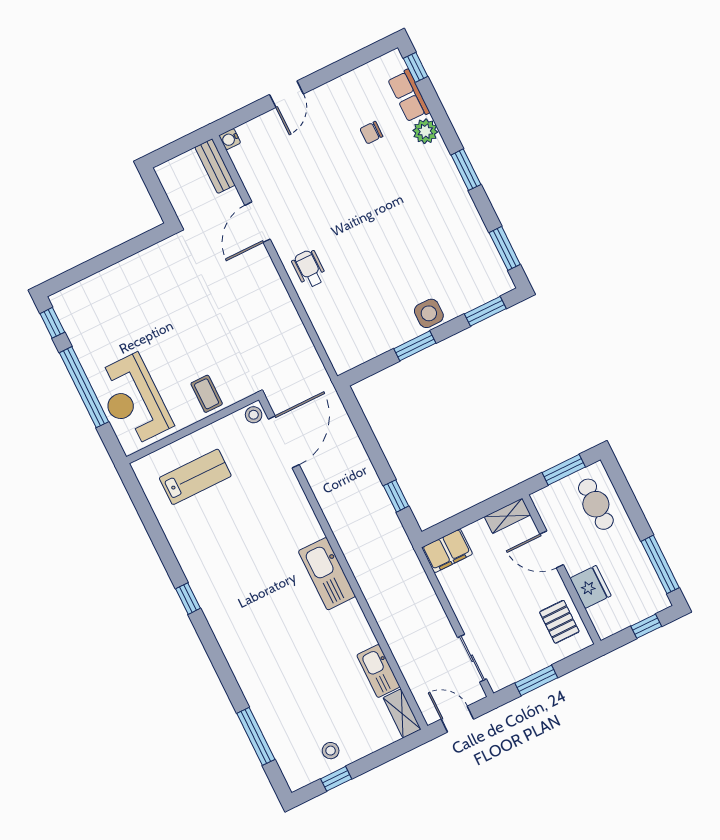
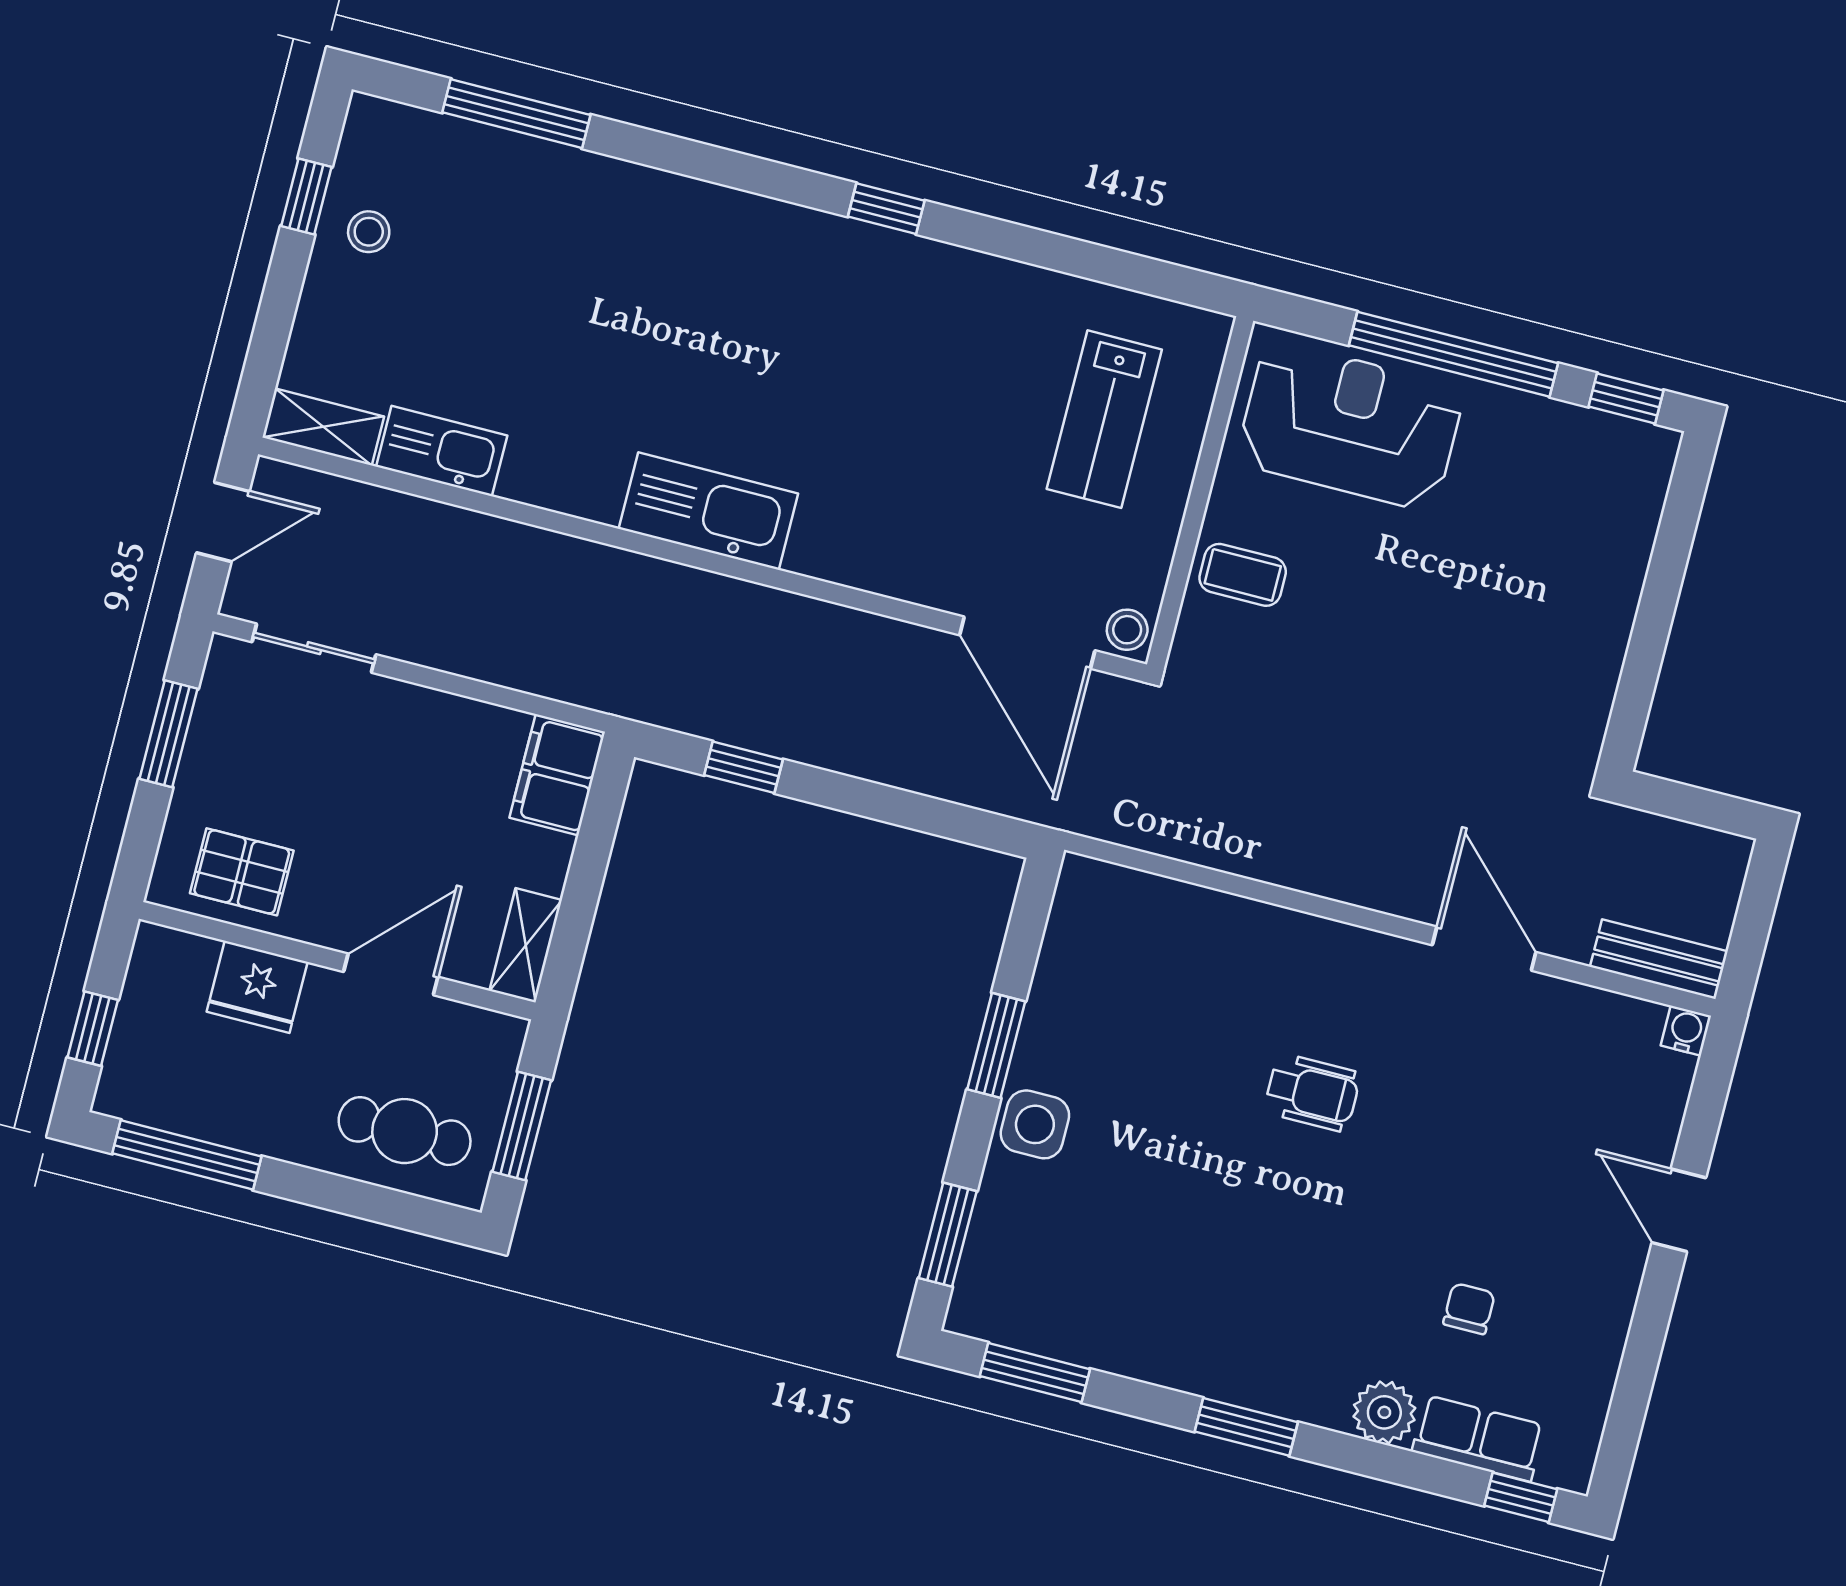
wheelchair: (309, 269) -> (1312, 1093), moved

